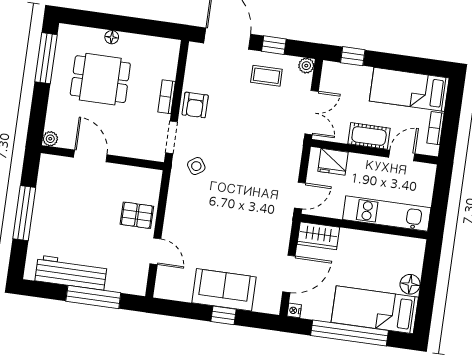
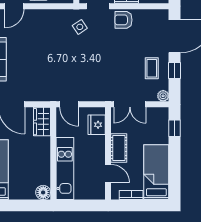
floor lamp: (410, 284) -> (43, 192), moved

